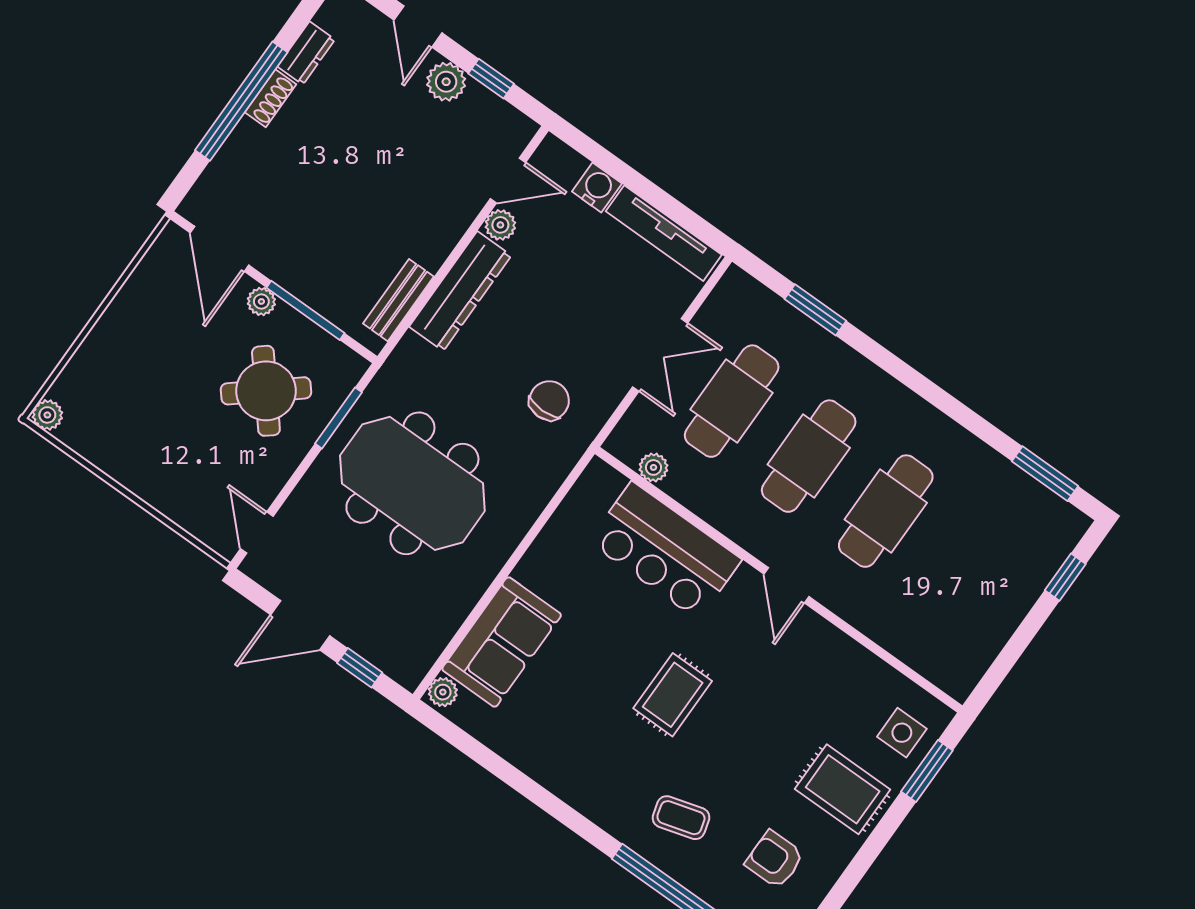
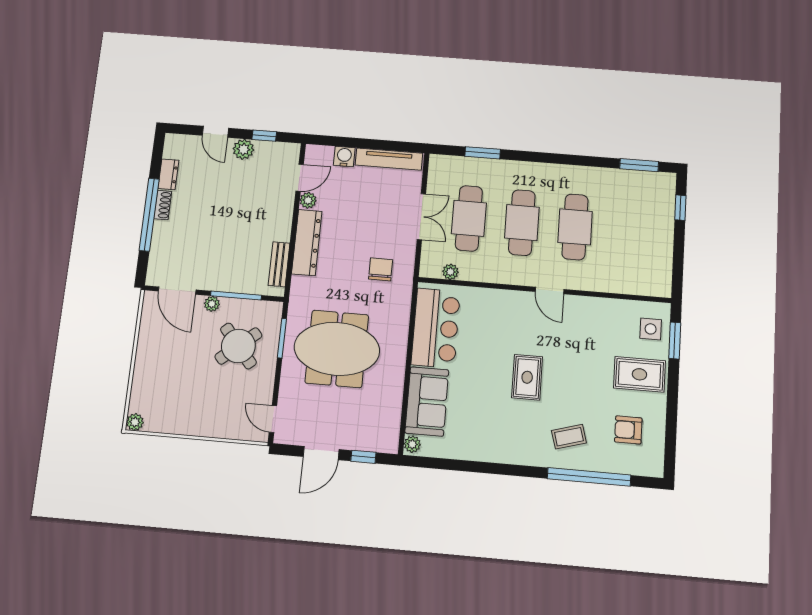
bar counter: (665, 551) -> (436, 328), moved, turned -90

